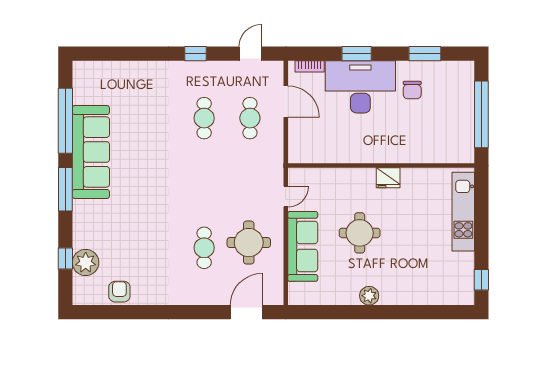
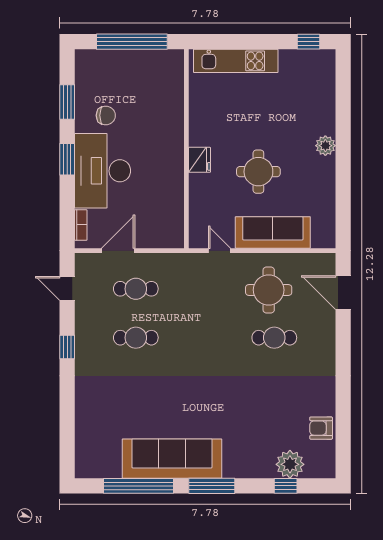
window: (357, 54) -> (67, 159), moved
fridge: (388, 178) -> (199, 160), moved
plant: (369, 296) -> (325, 146), moved

